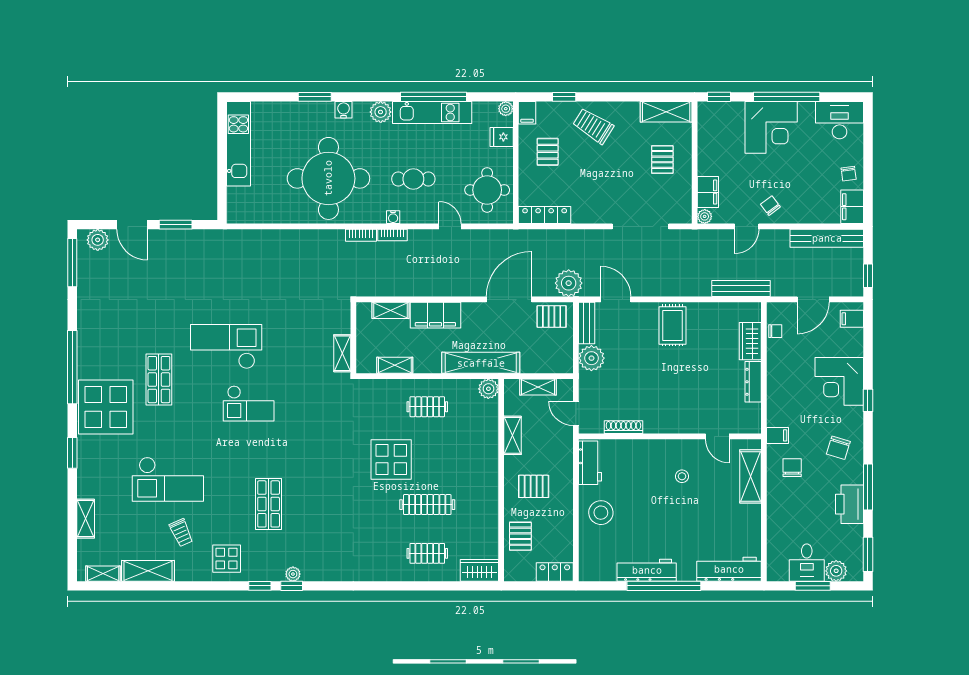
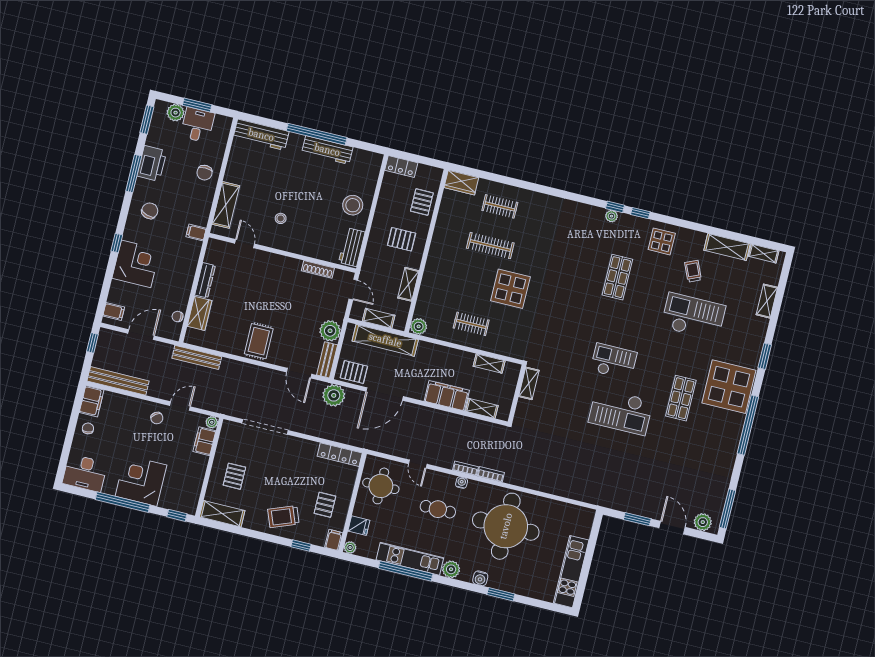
trolley: (593, 126) -> (283, 517), turned 127
shelving: (481, 363) -> (385, 340), moved
chair: (792, 468) -> (205, 173), moved

